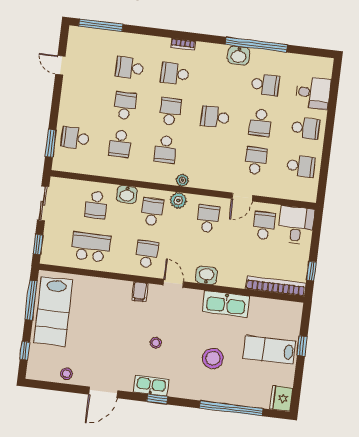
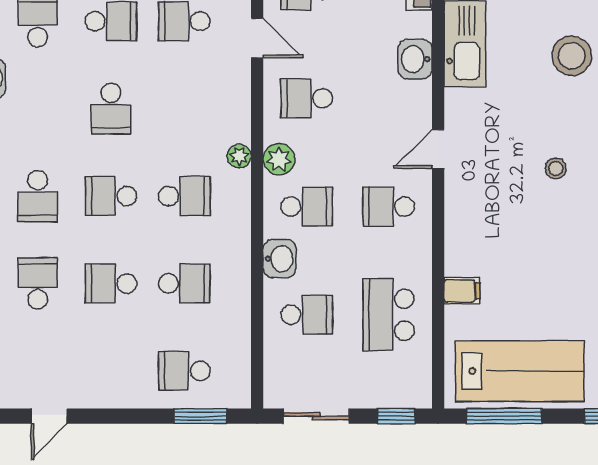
school desk: (130, 68) -> (38, 283), turned 180
school desk: (75, 138) -> (184, 371), turned 90
school desk: (152, 212) -> (307, 207), turned 180
washbasin: (207, 275) -> (415, 59), moved
filing cabinet: (140, 292) -> (462, 291), moved

